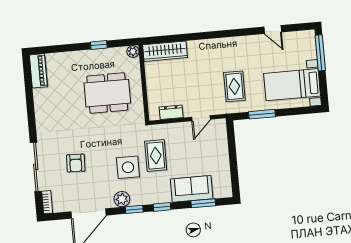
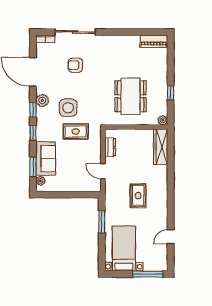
rug: (234, 86) -> (138, 196), moved, turned 90
plant: (219, 193) -> (41, 181), added

